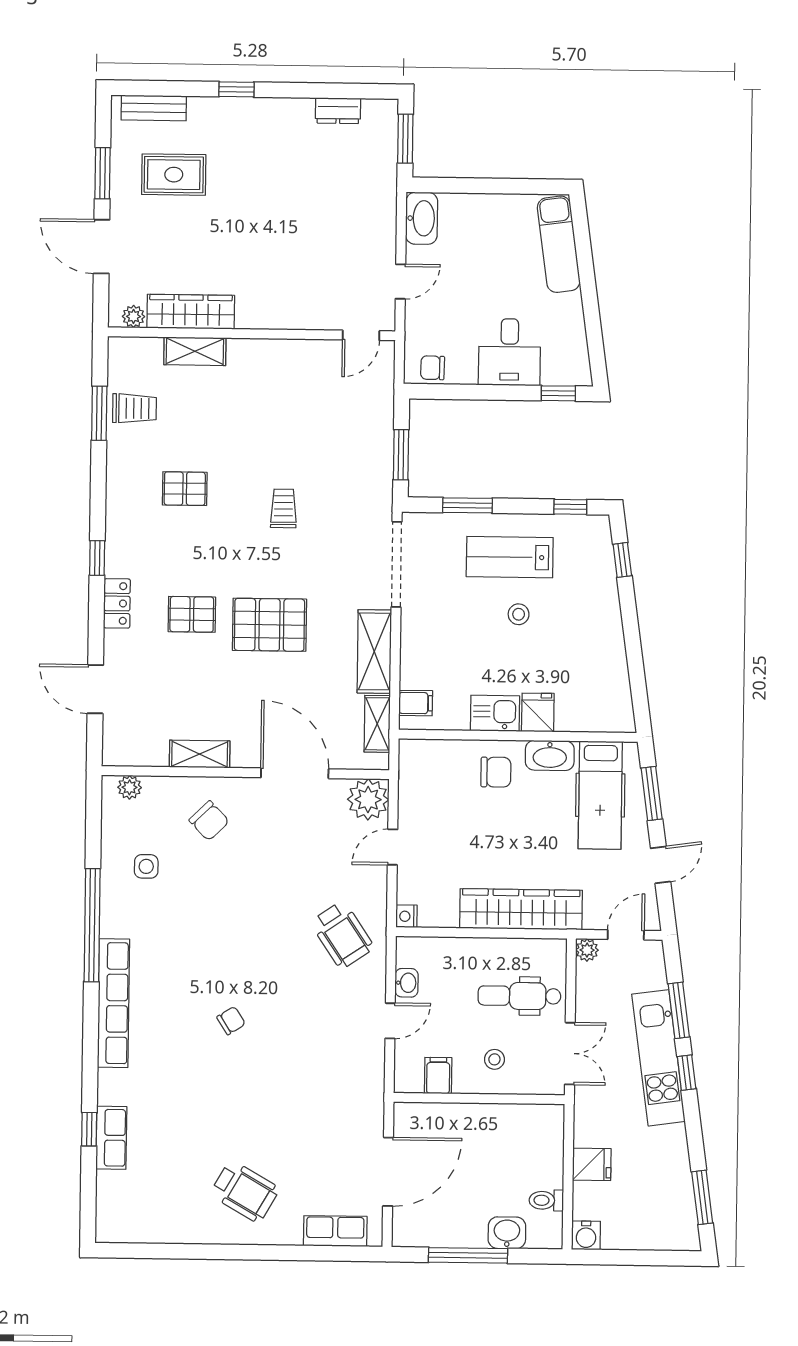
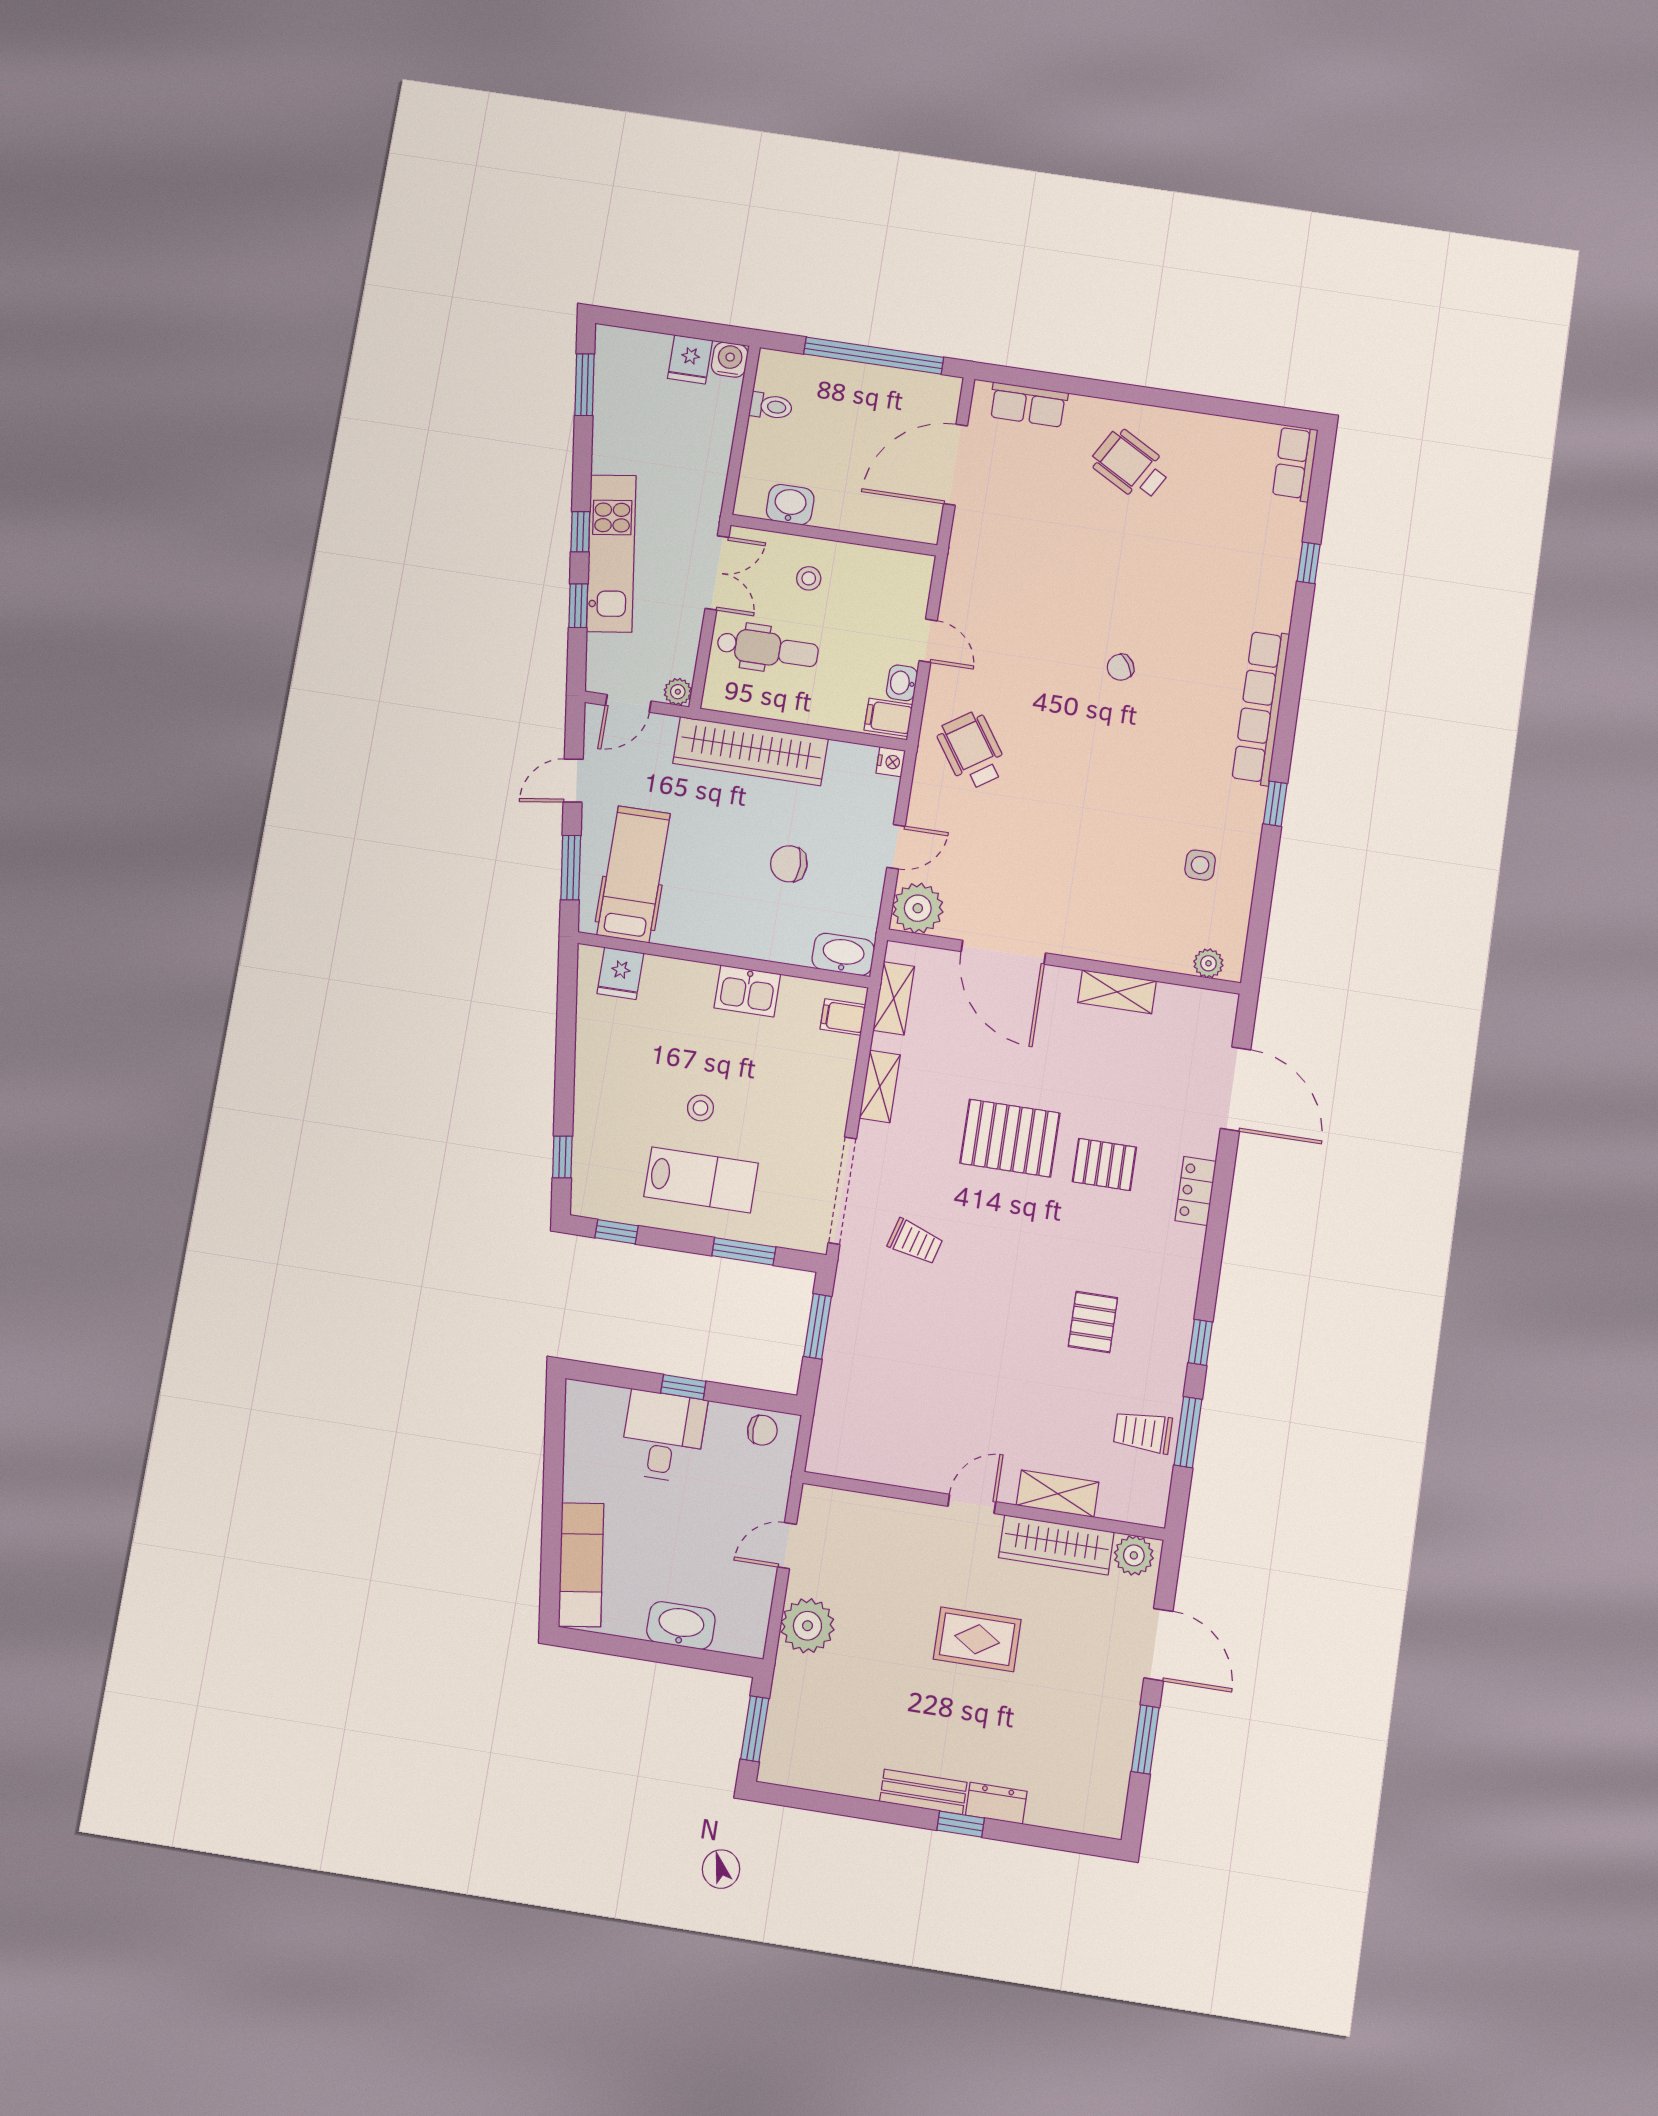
bench: (154, 108) -> (923, 1792), moved
dresser: (338, 111) -> (996, 1803), moved
rug: (174, 175) -> (977, 1639), moved
washbasin: (422, 218) -> (681, 1625), moved, turned 90
plant: (376, 223) -> (807, 1626), added
plant: (134, 316) -> (1134, 1555), width x1.38, depth x1.38
door: (361, 335) -> (972, 1504), moved
window: (558, 393) -> (683, 1387), moved
pallet: (185, 489) -> (1093, 1322), turned 90
trolley: (283, 508) -> (915, 1242), moved, turned -74
window: (97, 558) -> (1200, 1342), moved
shelving: (374, 651) -> (880, 1086), width x0.67, depth x0.75
door: (95, 689) -> (1236, 1089), width x1.36
fridge: (538, 712) -> (620, 973), moved
washbasin: (550, 755) -> (843, 954), moved
chair: (496, 772) -> (789, 864), moved
chair: (209, 821) -> (1116, 909), removed
window: (92, 925) -> (1275, 804), width x0.32
window: (679, 1010) -> (578, 606), width x0.67
door: (390, 1021) -> (928, 641), swing flipped
double door: (570, 1054) -> (717, 573), swing flipped
filing cabinet: (438, 1076) -> (888, 717), moved, turned 90
row of seats: (111, 1138) -> (1295, 463), moved
fridge: (592, 1164) -> (690, 359), moved, turned -90
washbasin: (507, 1233) -> (790, 505), moved, turned 180
window: (468, 1255) -> (874, 356), width x1.46

